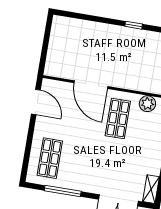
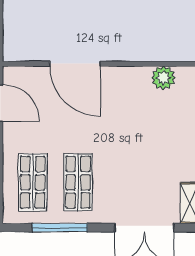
shop shelf: (118, 119) -> (78, 182), moved

